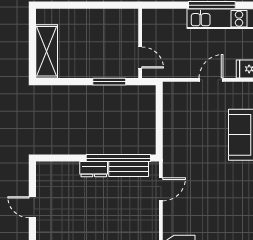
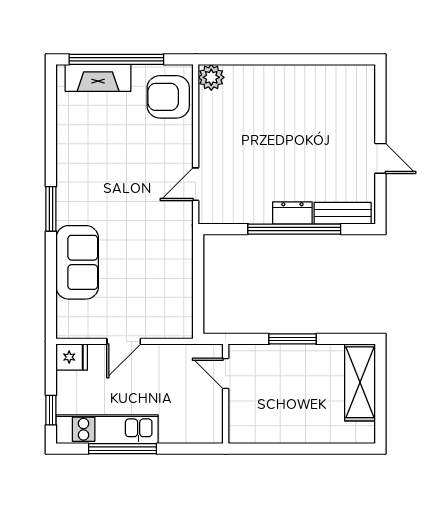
window: (109, 82) -> (293, 339), moved
window: (118, 158) -> (294, 229), moved
bench: (129, 169) -> (343, 213), moved

